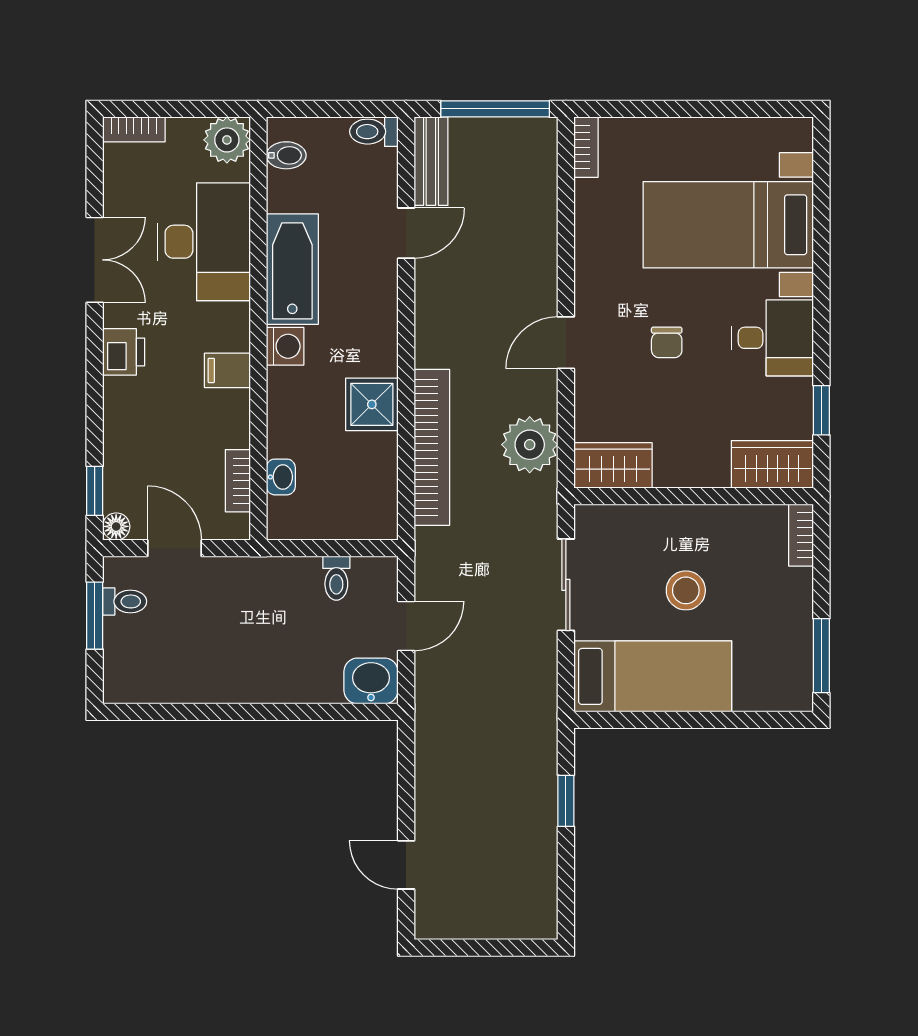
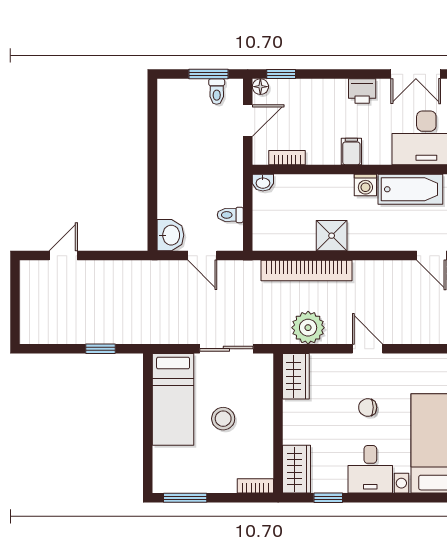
washbasin: (281, 477) -> (263, 183), moved

